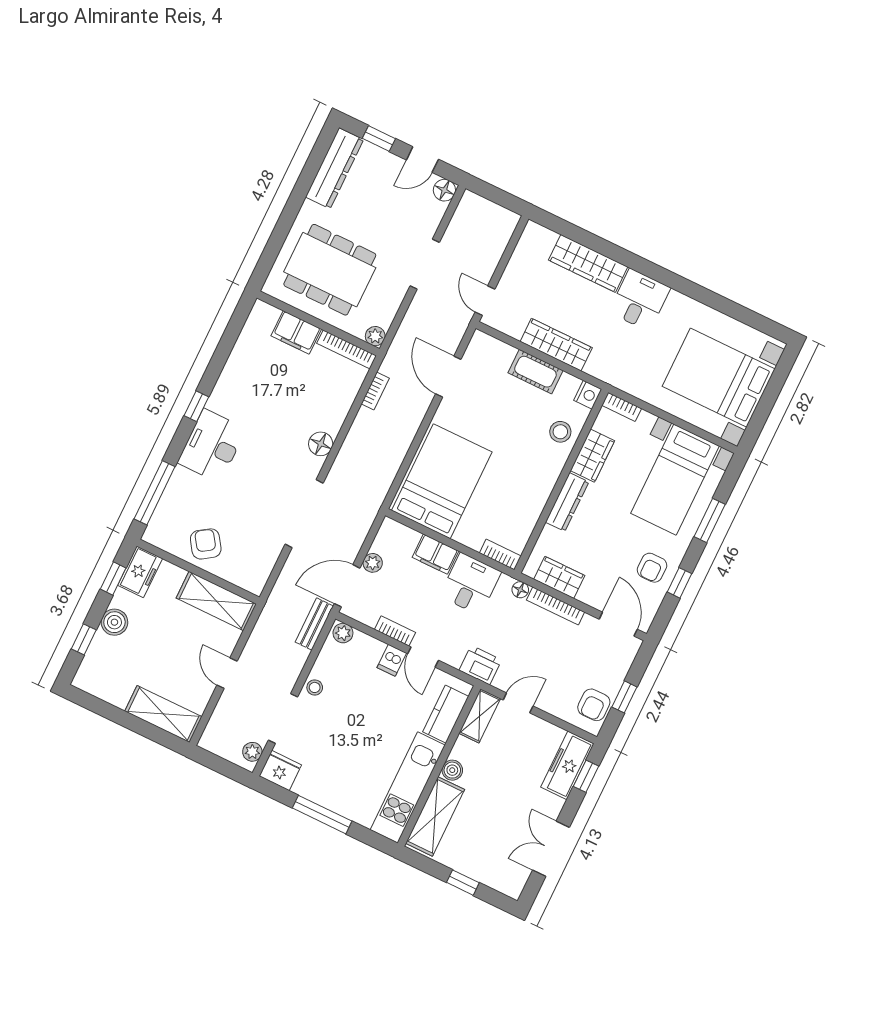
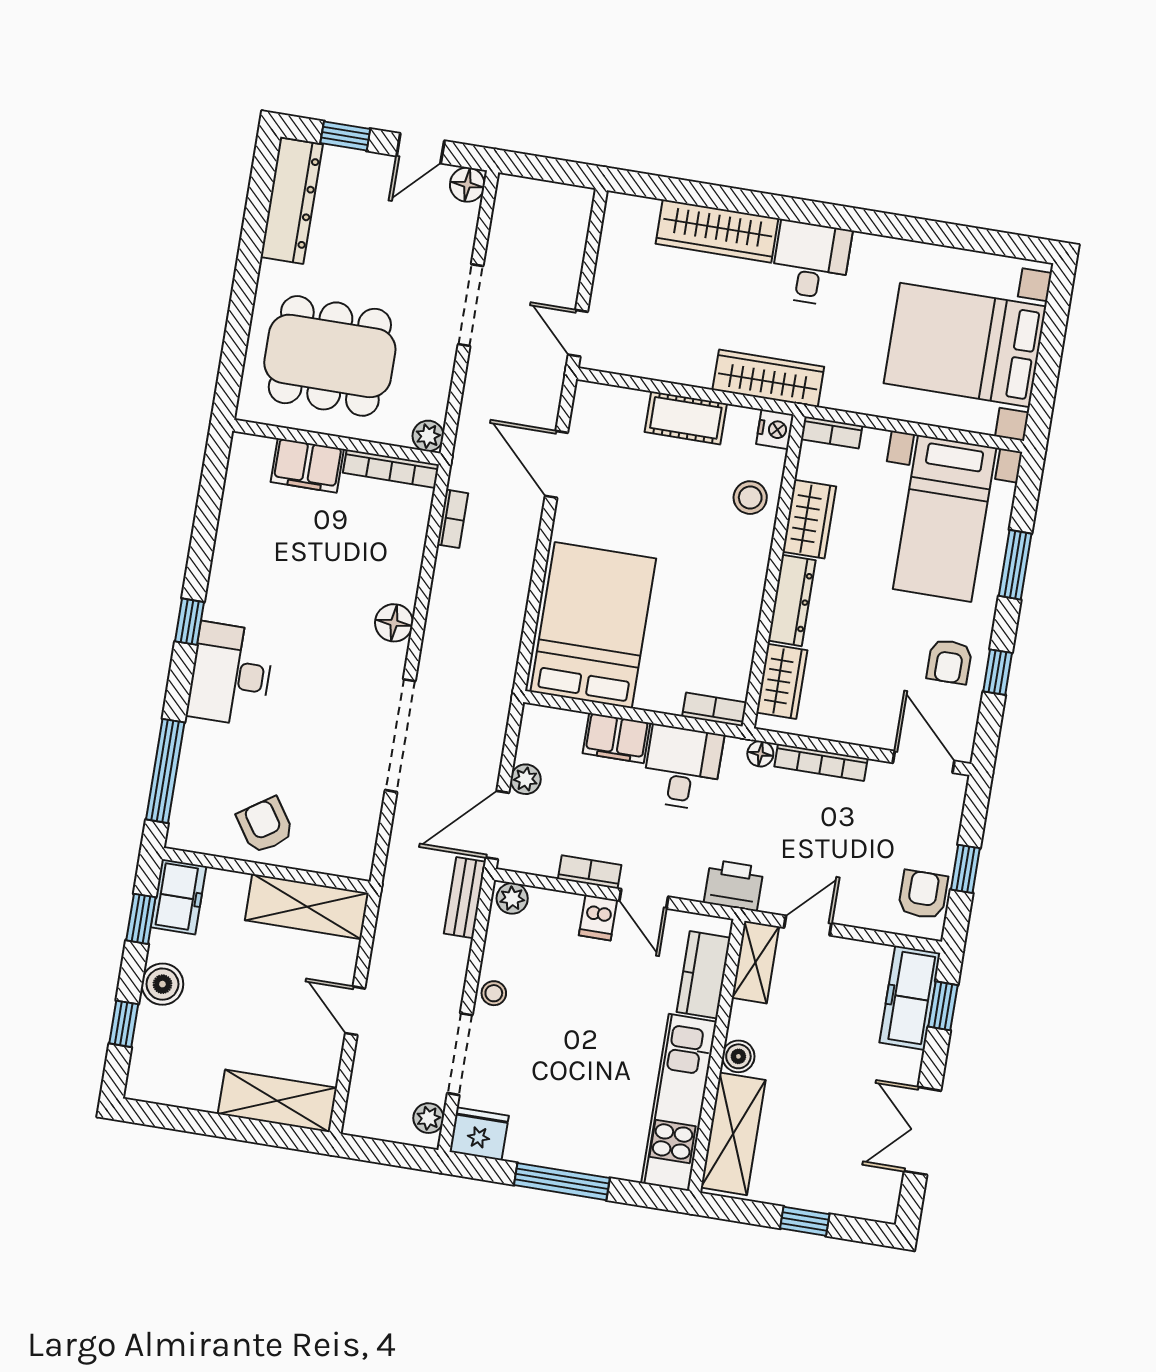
wardrobe: (556, 345) -> (768, 378), moved
wardrobe: (559, 577) -> (782, 681), moved, turned 90
armchair: (594, 705) -> (923, 895), turned 180

